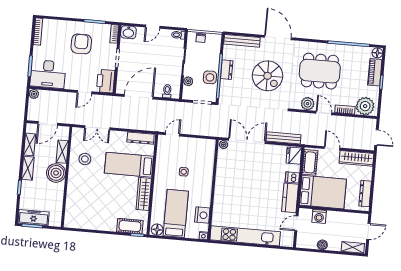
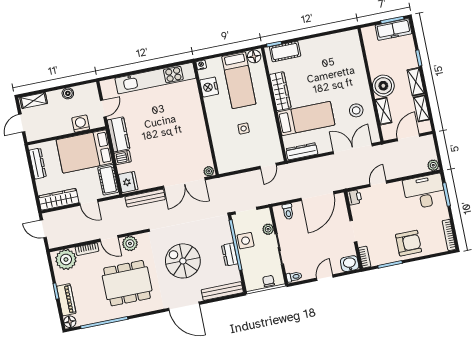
armchair: (81, 44) -> (409, 243), moved, turned -90
printer: (106, 81) -> (355, 197), width x0.53, depth x0.68
double door: (97, 128) -> (353, 149), width x1.37

